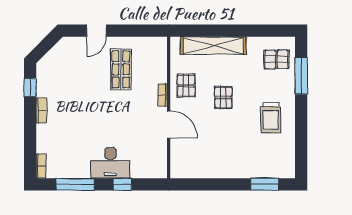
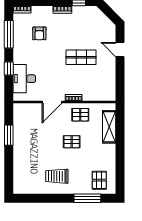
shelving: (213, 46) -> (109, 127), width x0.68
shop shelf: (121, 69) -> (81, 57), moved
armchair: (74, 142) -> (39, 33), added
desk: (110, 163) -> (24, 79), moved
window: (265, 184) -> (9, 135), moved

